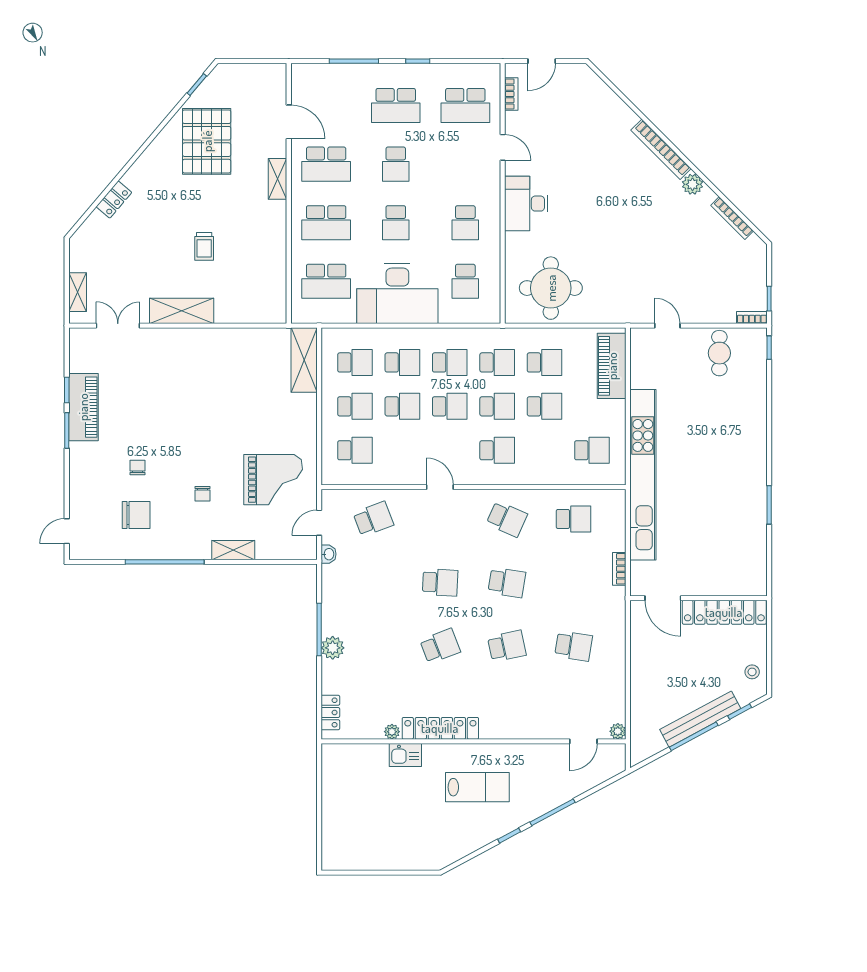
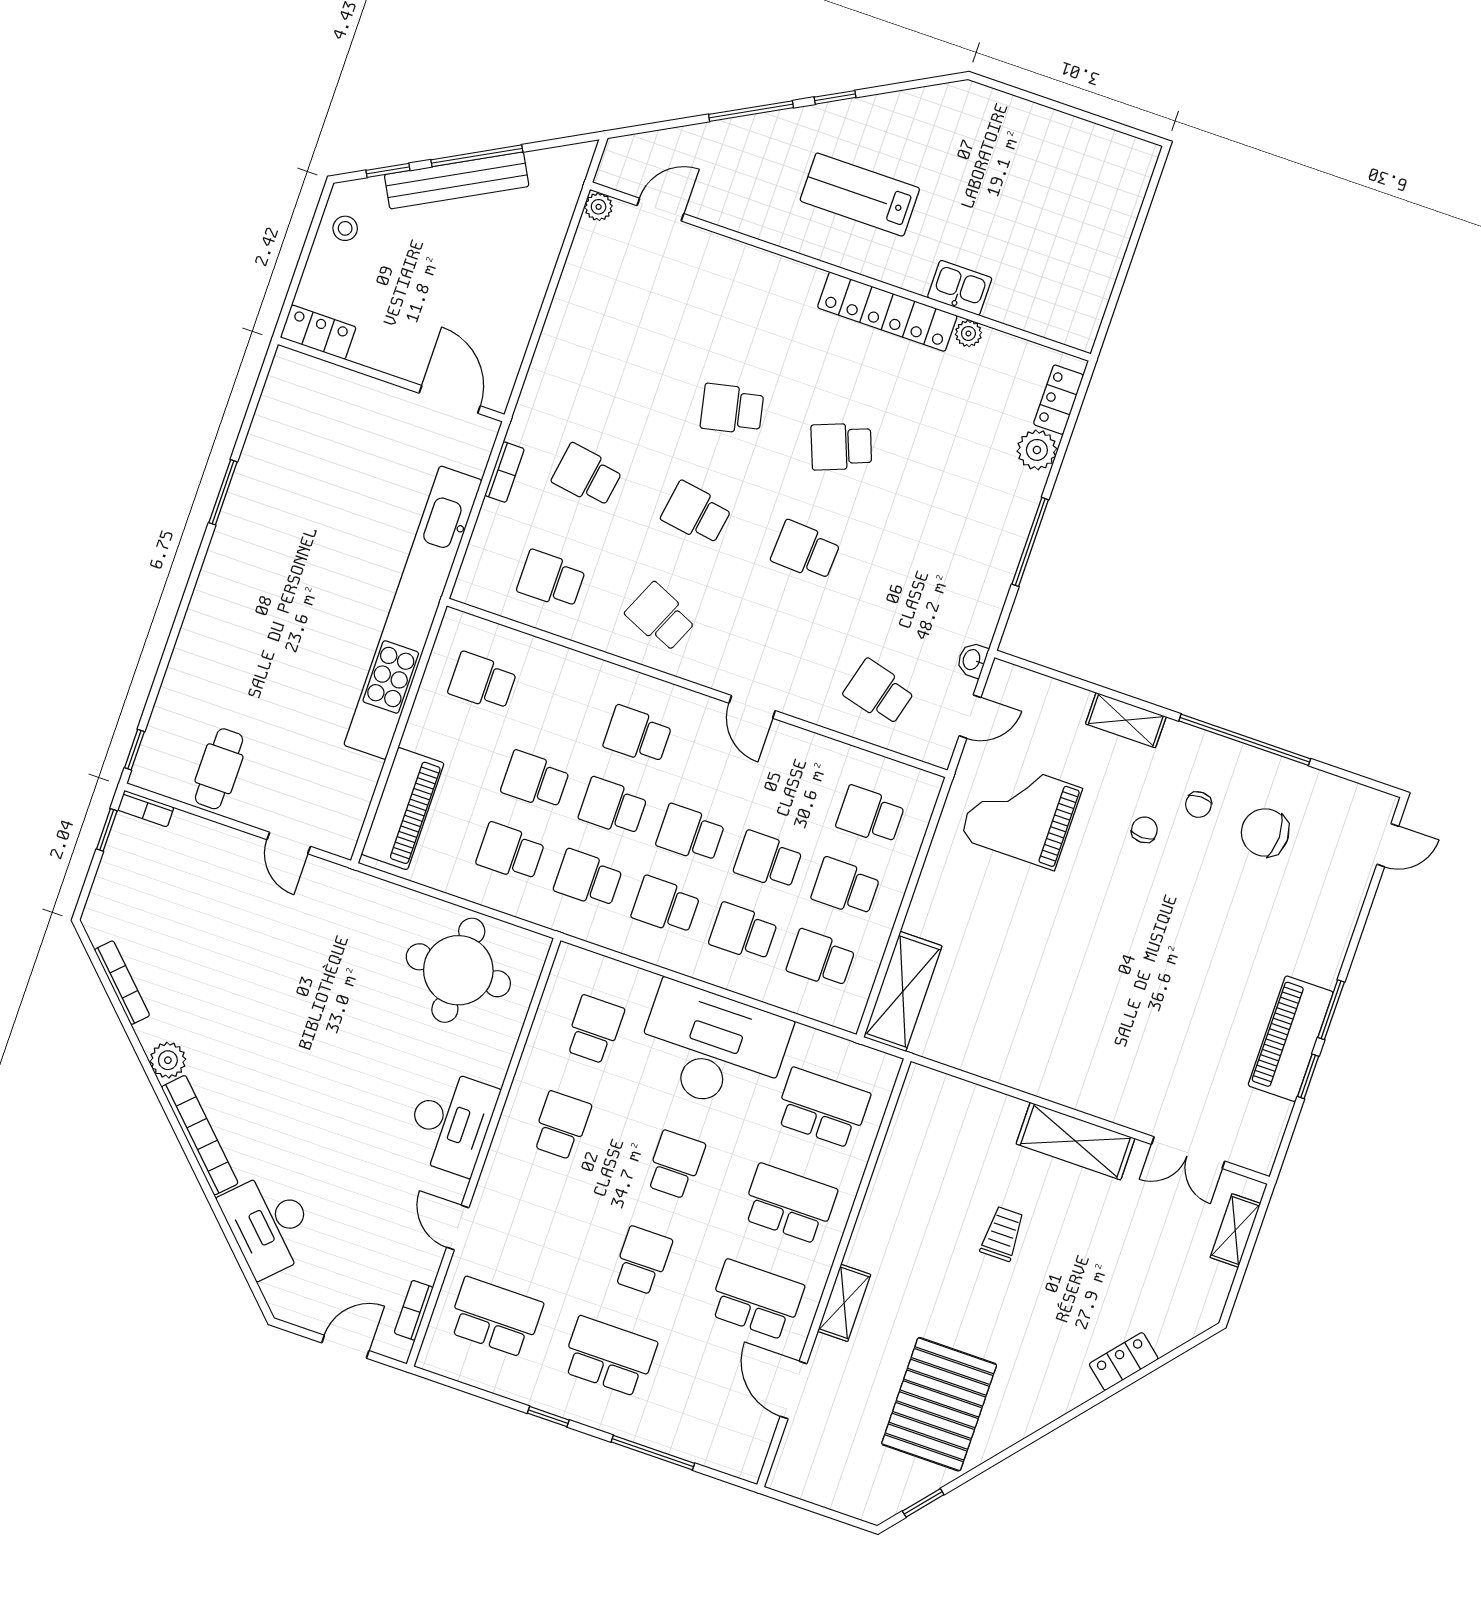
desk: (606, 114) -> (269, 1224), added
chair: (138, 467) -> (1198, 805), moved
school desk: (373, 519) -> (879, 692), turned 36
locker: (724, 612) -> (318, 332), width x0.46, depth x0.83
school desk: (574, 646) -> (587, 475), moved
plant: (333, 648) -> (1037, 450), moved

